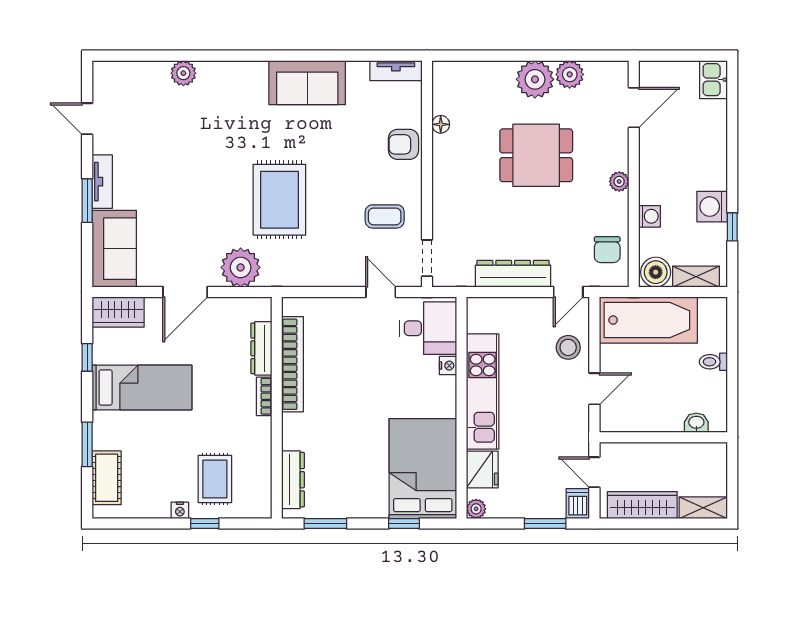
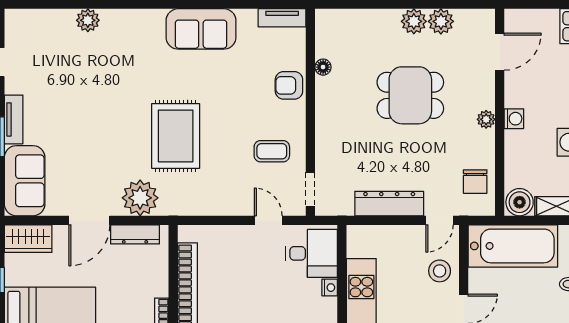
plant: (535, 79) -> (414, 21), width x0.73, depth x0.73
washing machine: (650, 216) -> (514, 119), moved
dresser: (261, 348) -> (135, 234), moved, turned -90

